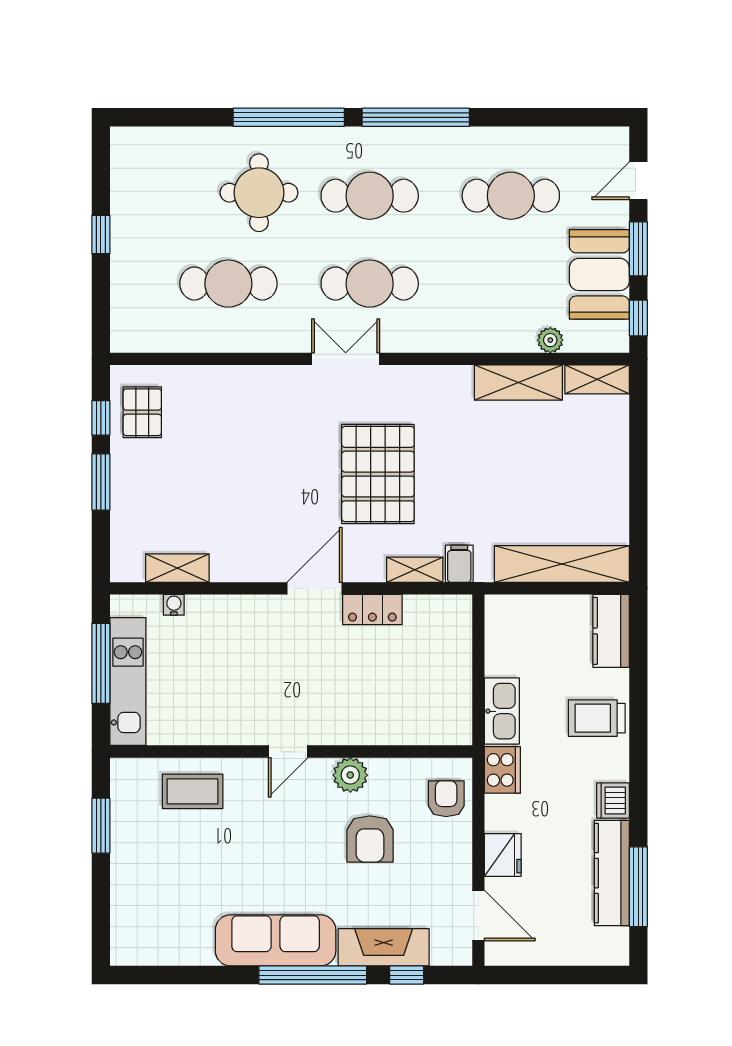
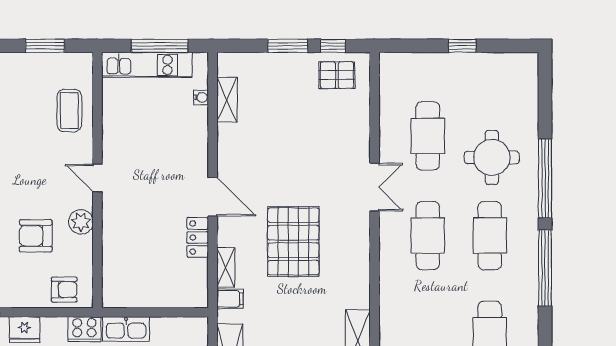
double door: (346, 359) -> (375, 187), moved
pallet: (378, 474) -> (293, 241), turned 90

